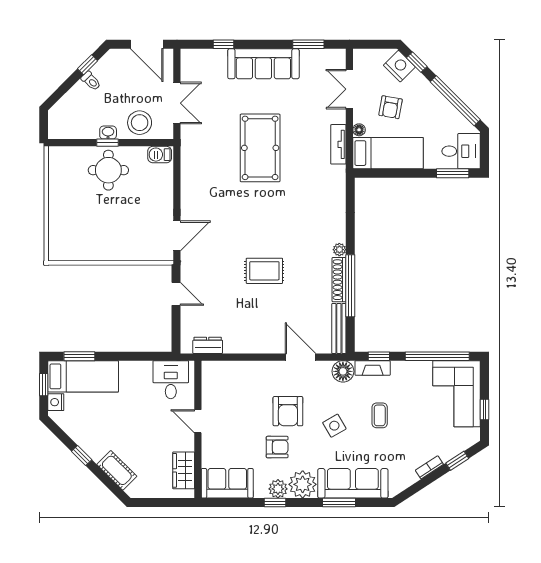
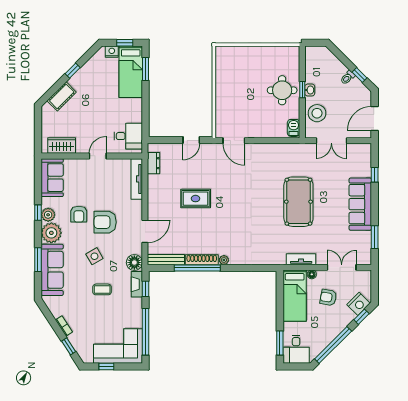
pool table: (260, 148) -> (298, 202), turned 90
rug: (264, 271) -> (196, 199), moved, turned 90
tv unit: (229, 368) -> (137, 179), added

